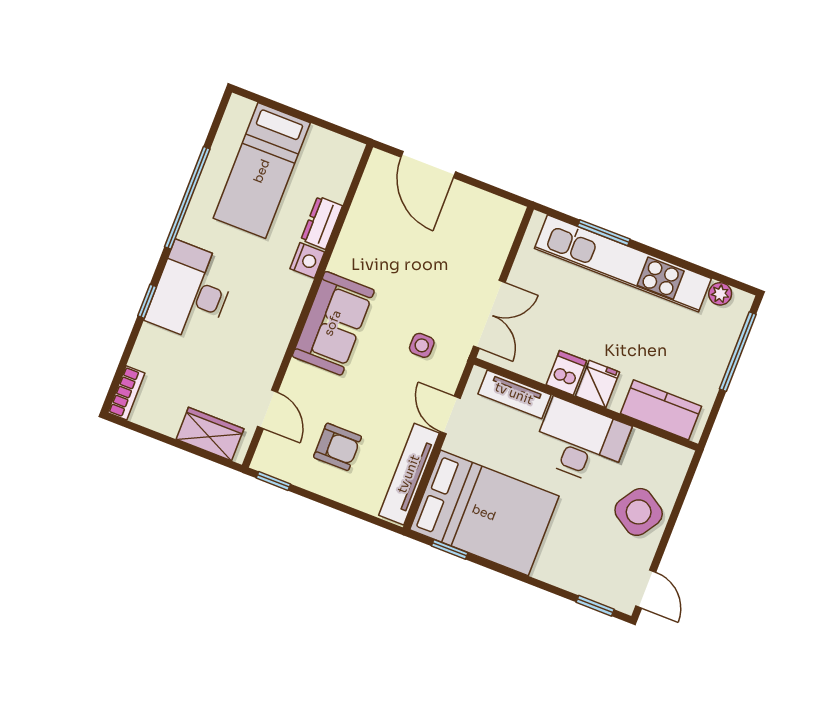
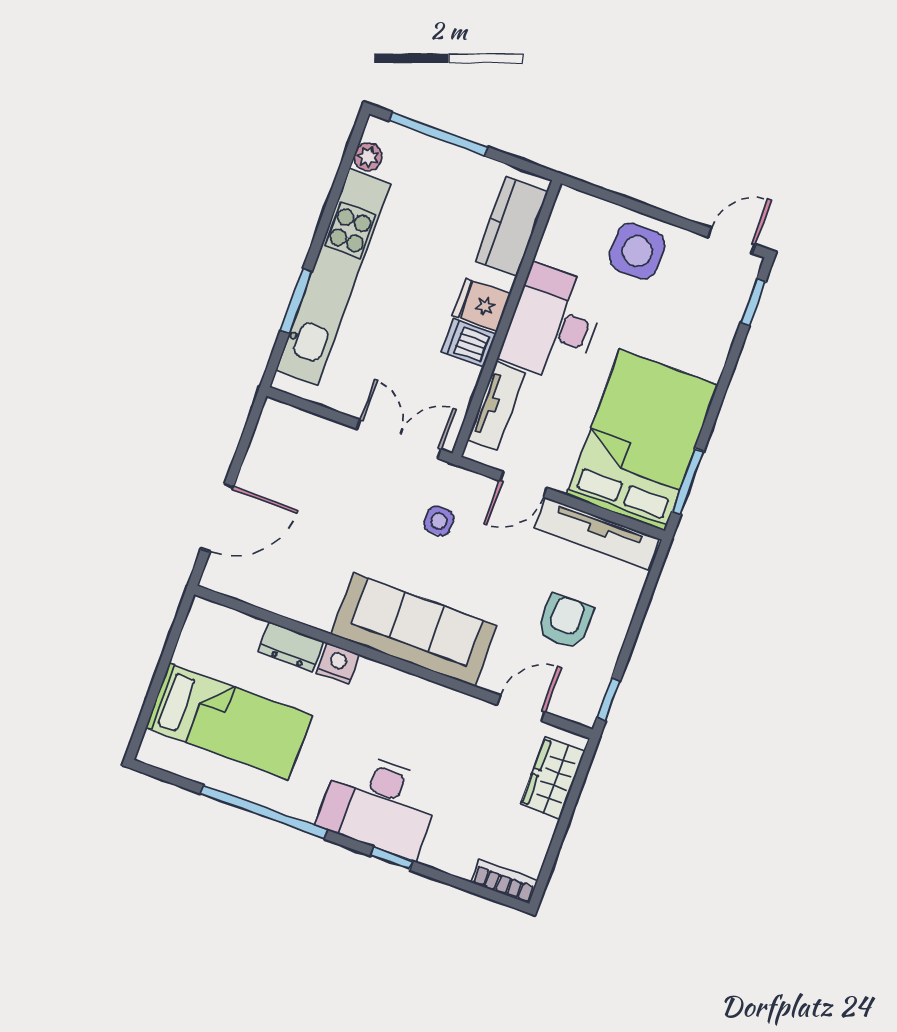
sofa: (333, 323) -> (414, 630), width x1.36
side table: (639, 512) -> (637, 251), turned -33
window: (450, 549) -> (688, 482), width x1.50

